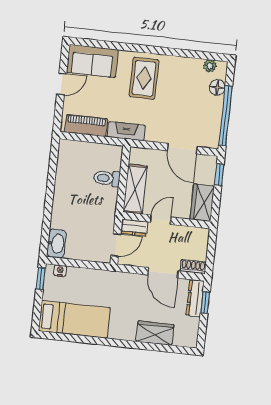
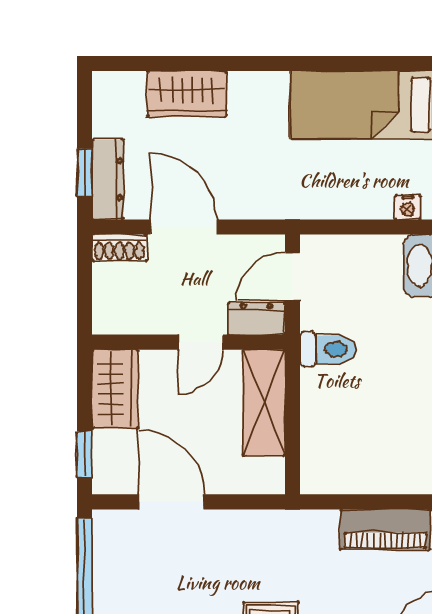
fireplace: (126, 131) -> (297, 527), removed
toilet: (107, 178) -> (328, 349), moved

